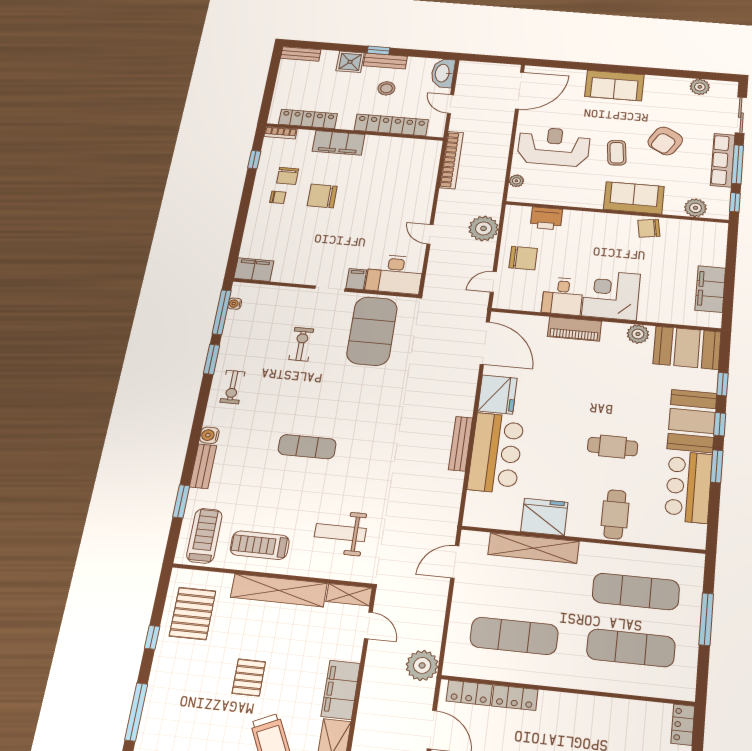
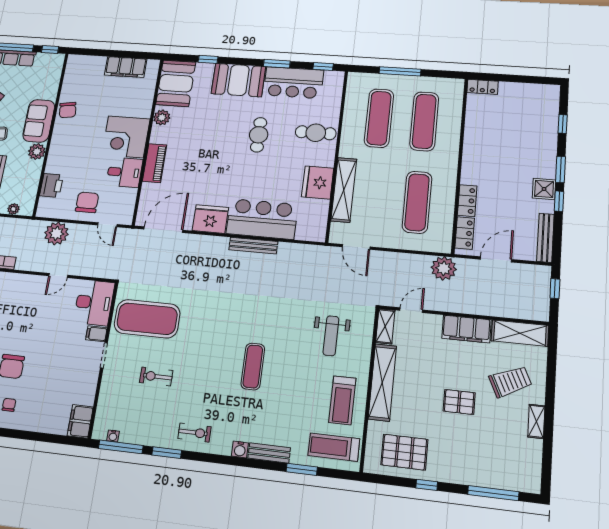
plant: (695, 208) -> (37, 152), moved
window: (720, 424) -> (323, 67), moved

